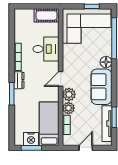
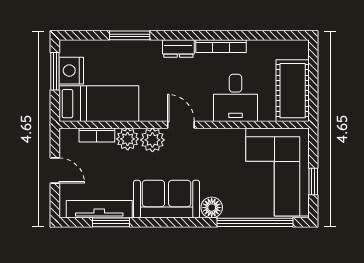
cot: (47, 15) -> (293, 91), width x1.37, depth x1.34
window: (12, 94) -> (130, 35), moved

